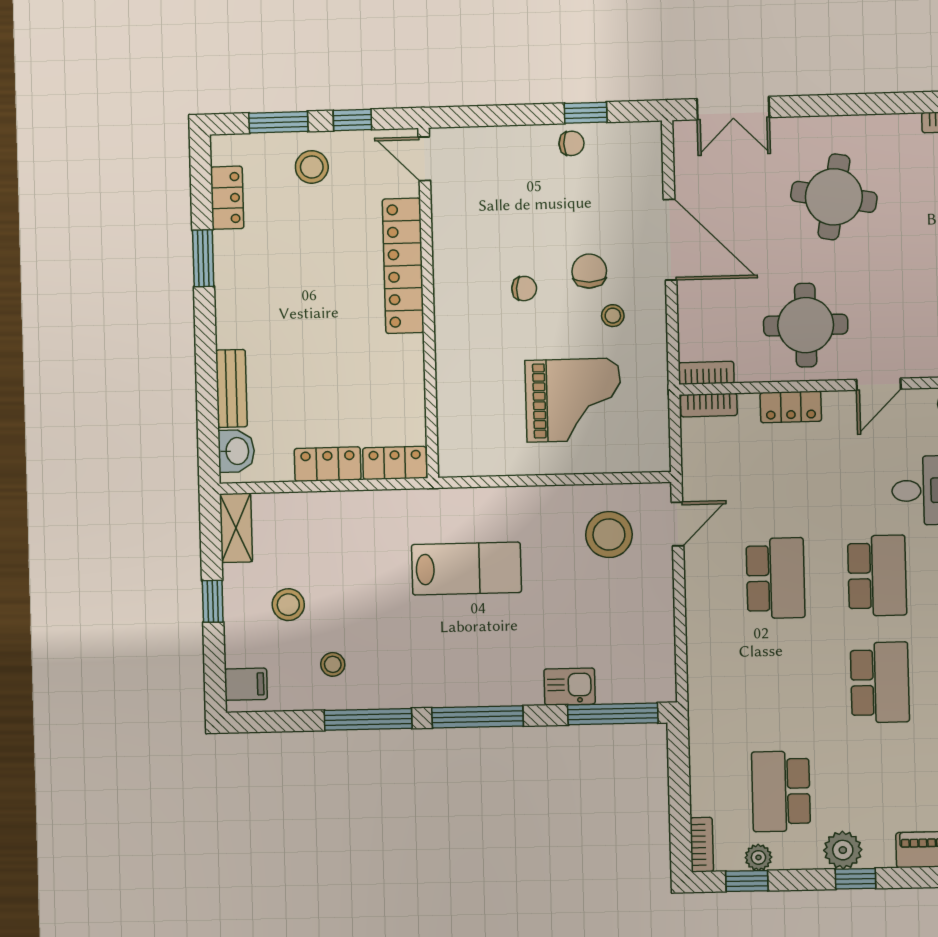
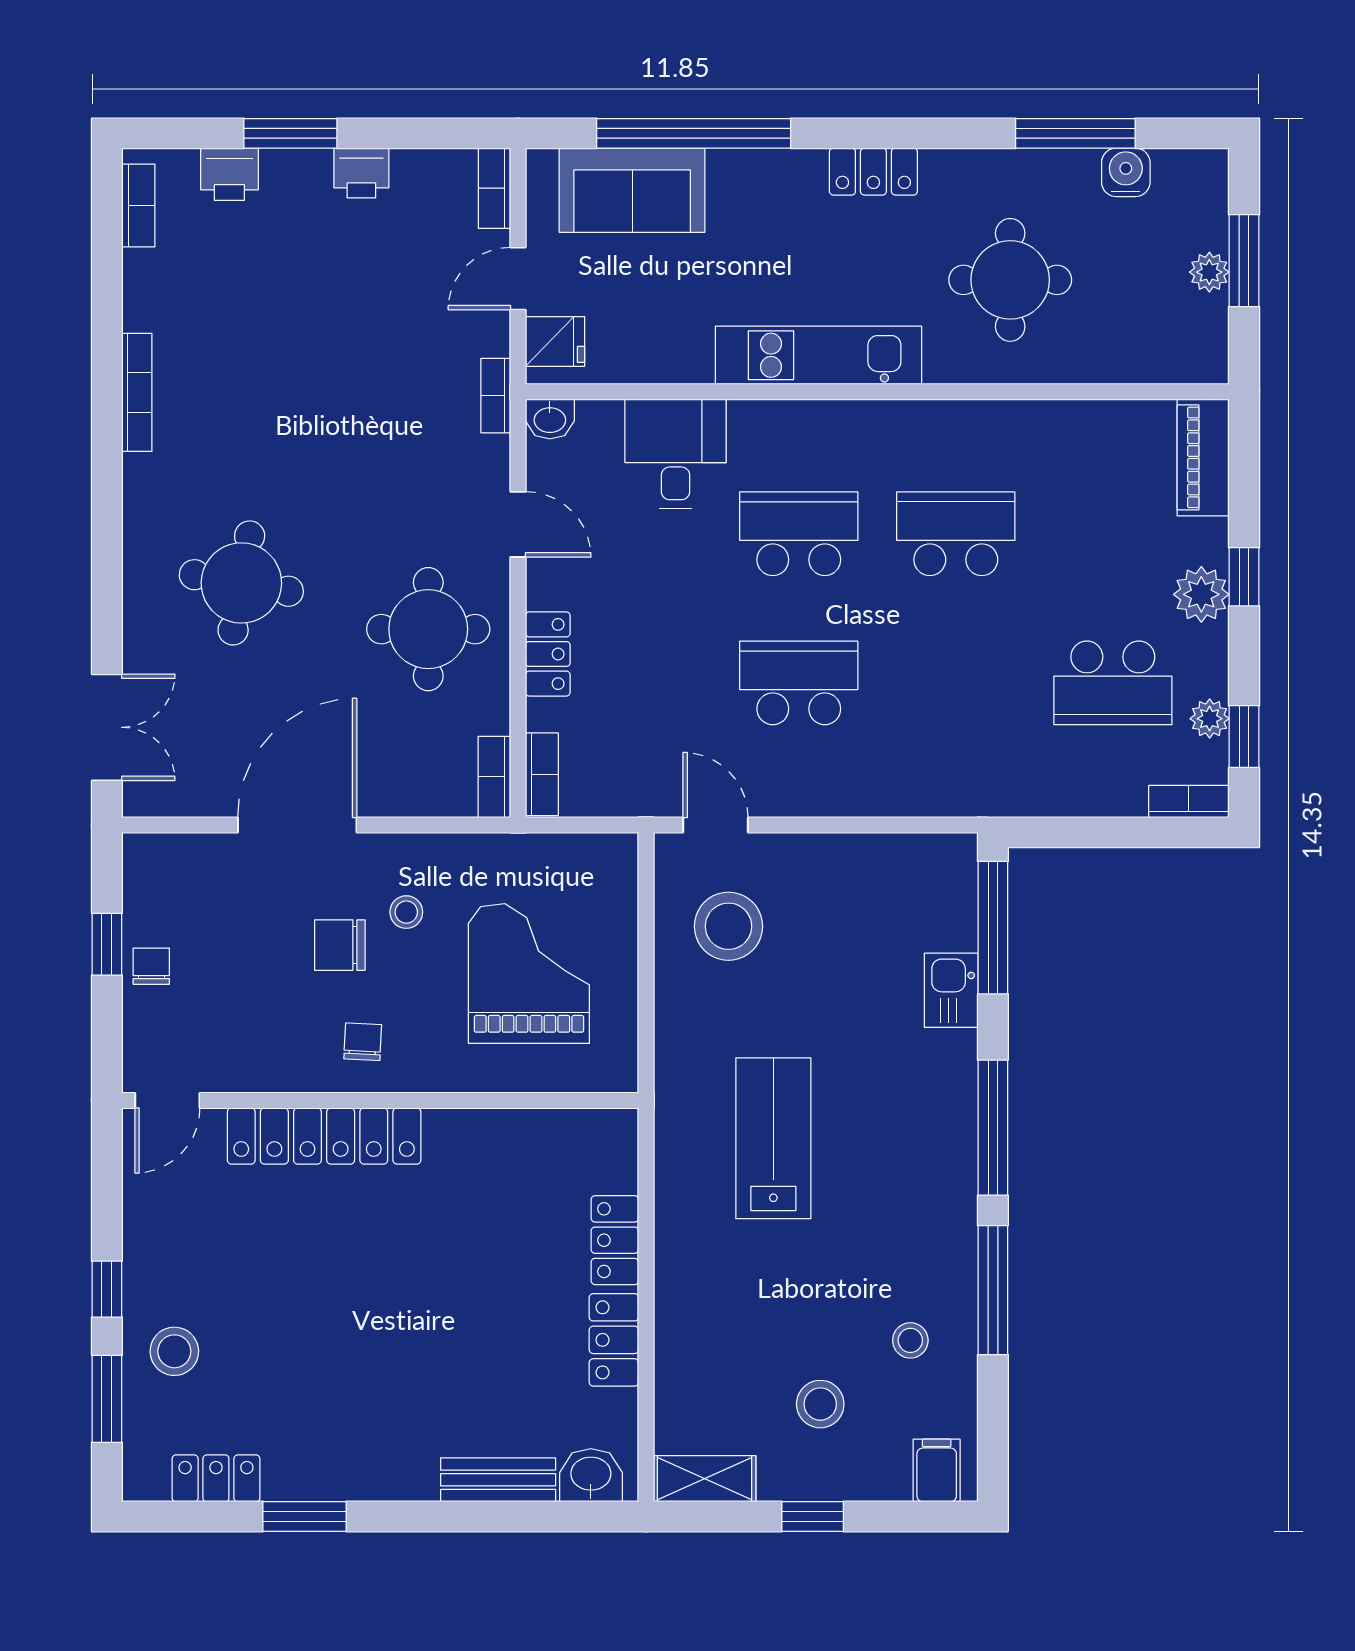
door: (424, 159) -> (167, 1101), moved
locker: (403, 266) -> (324, 1136), moved
wall: (428, 303) -> (380, 1101), moved

